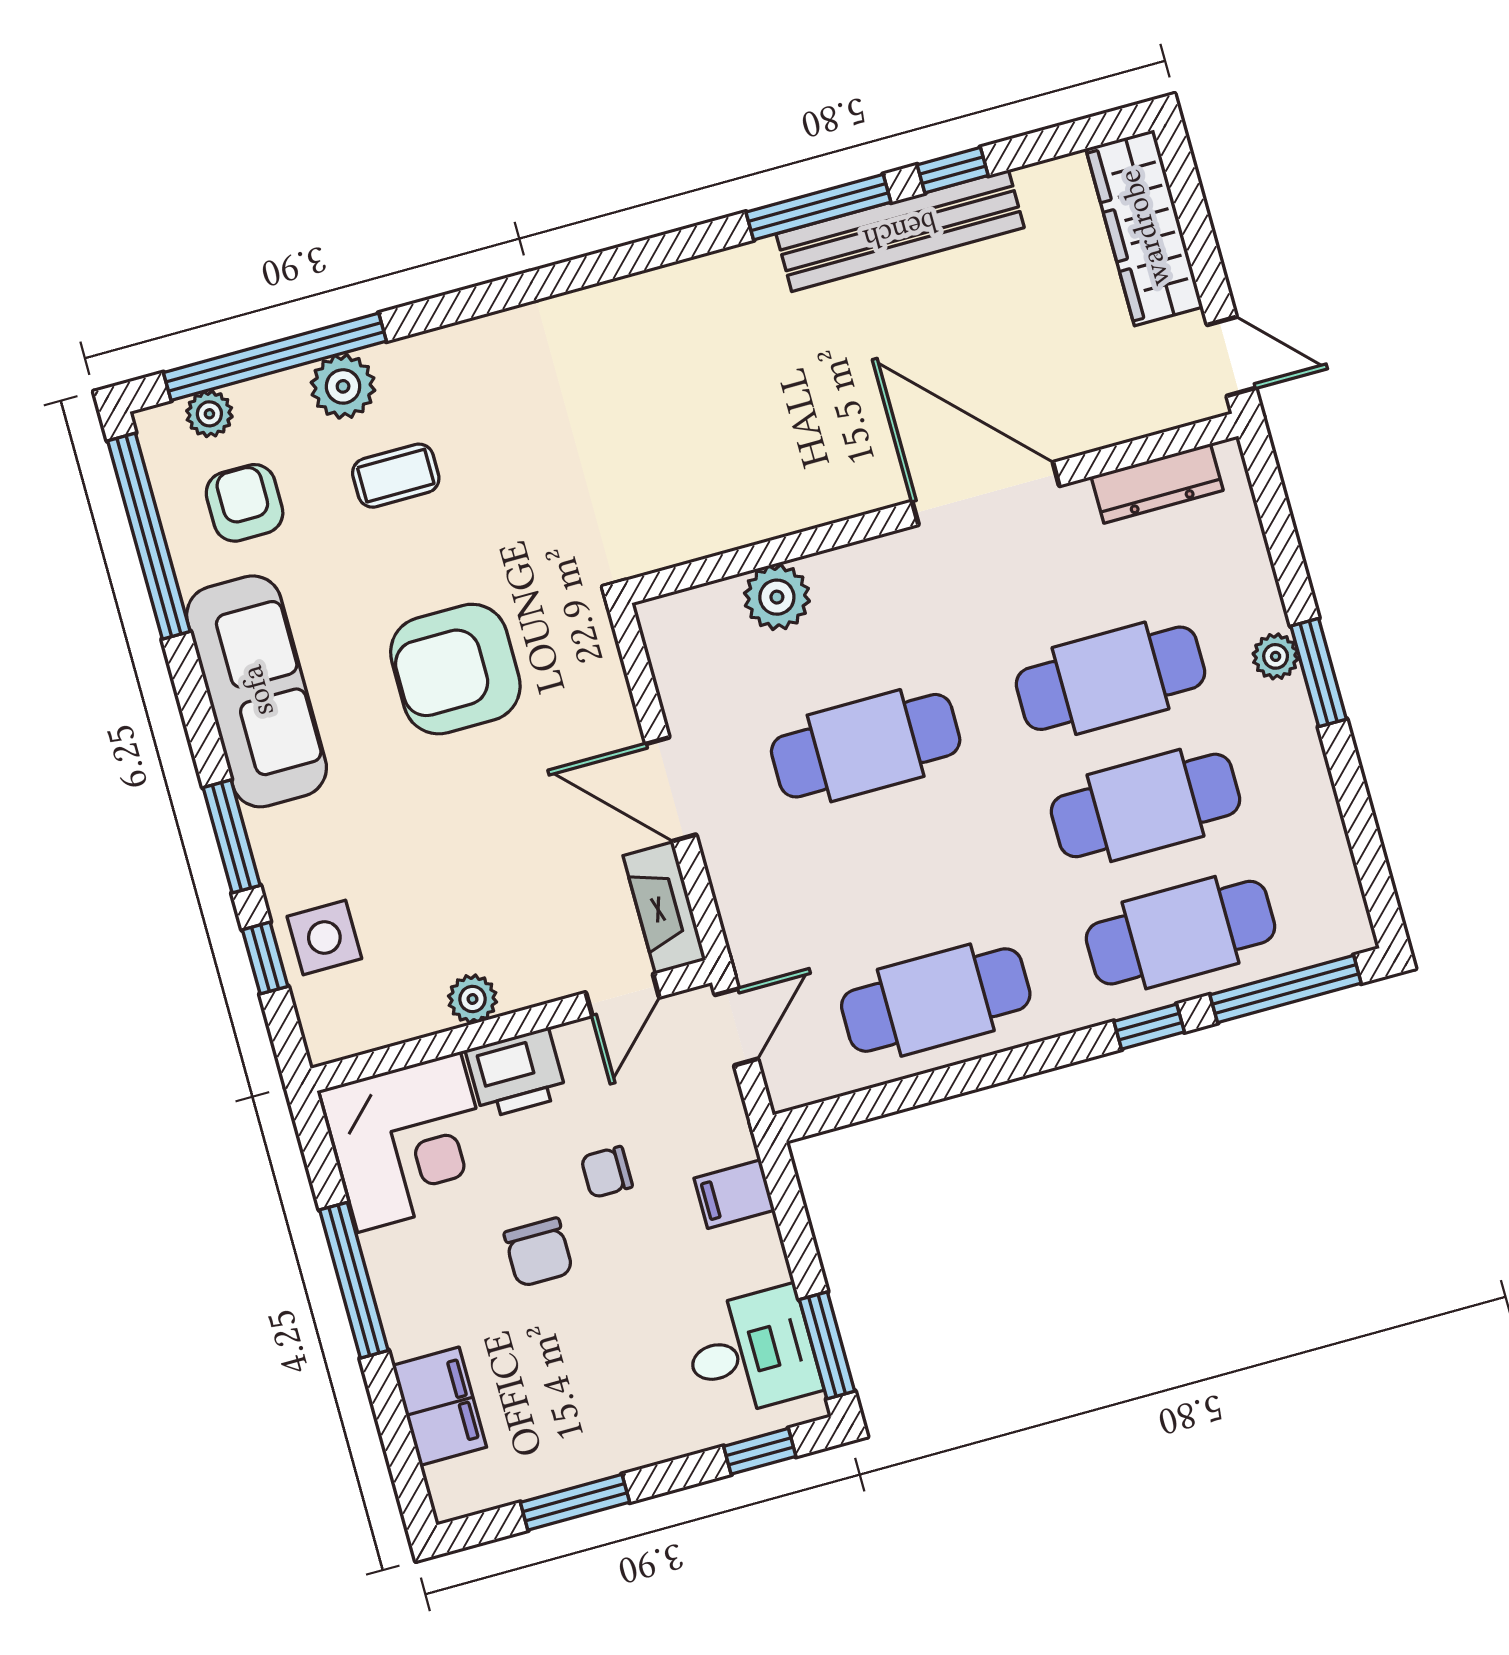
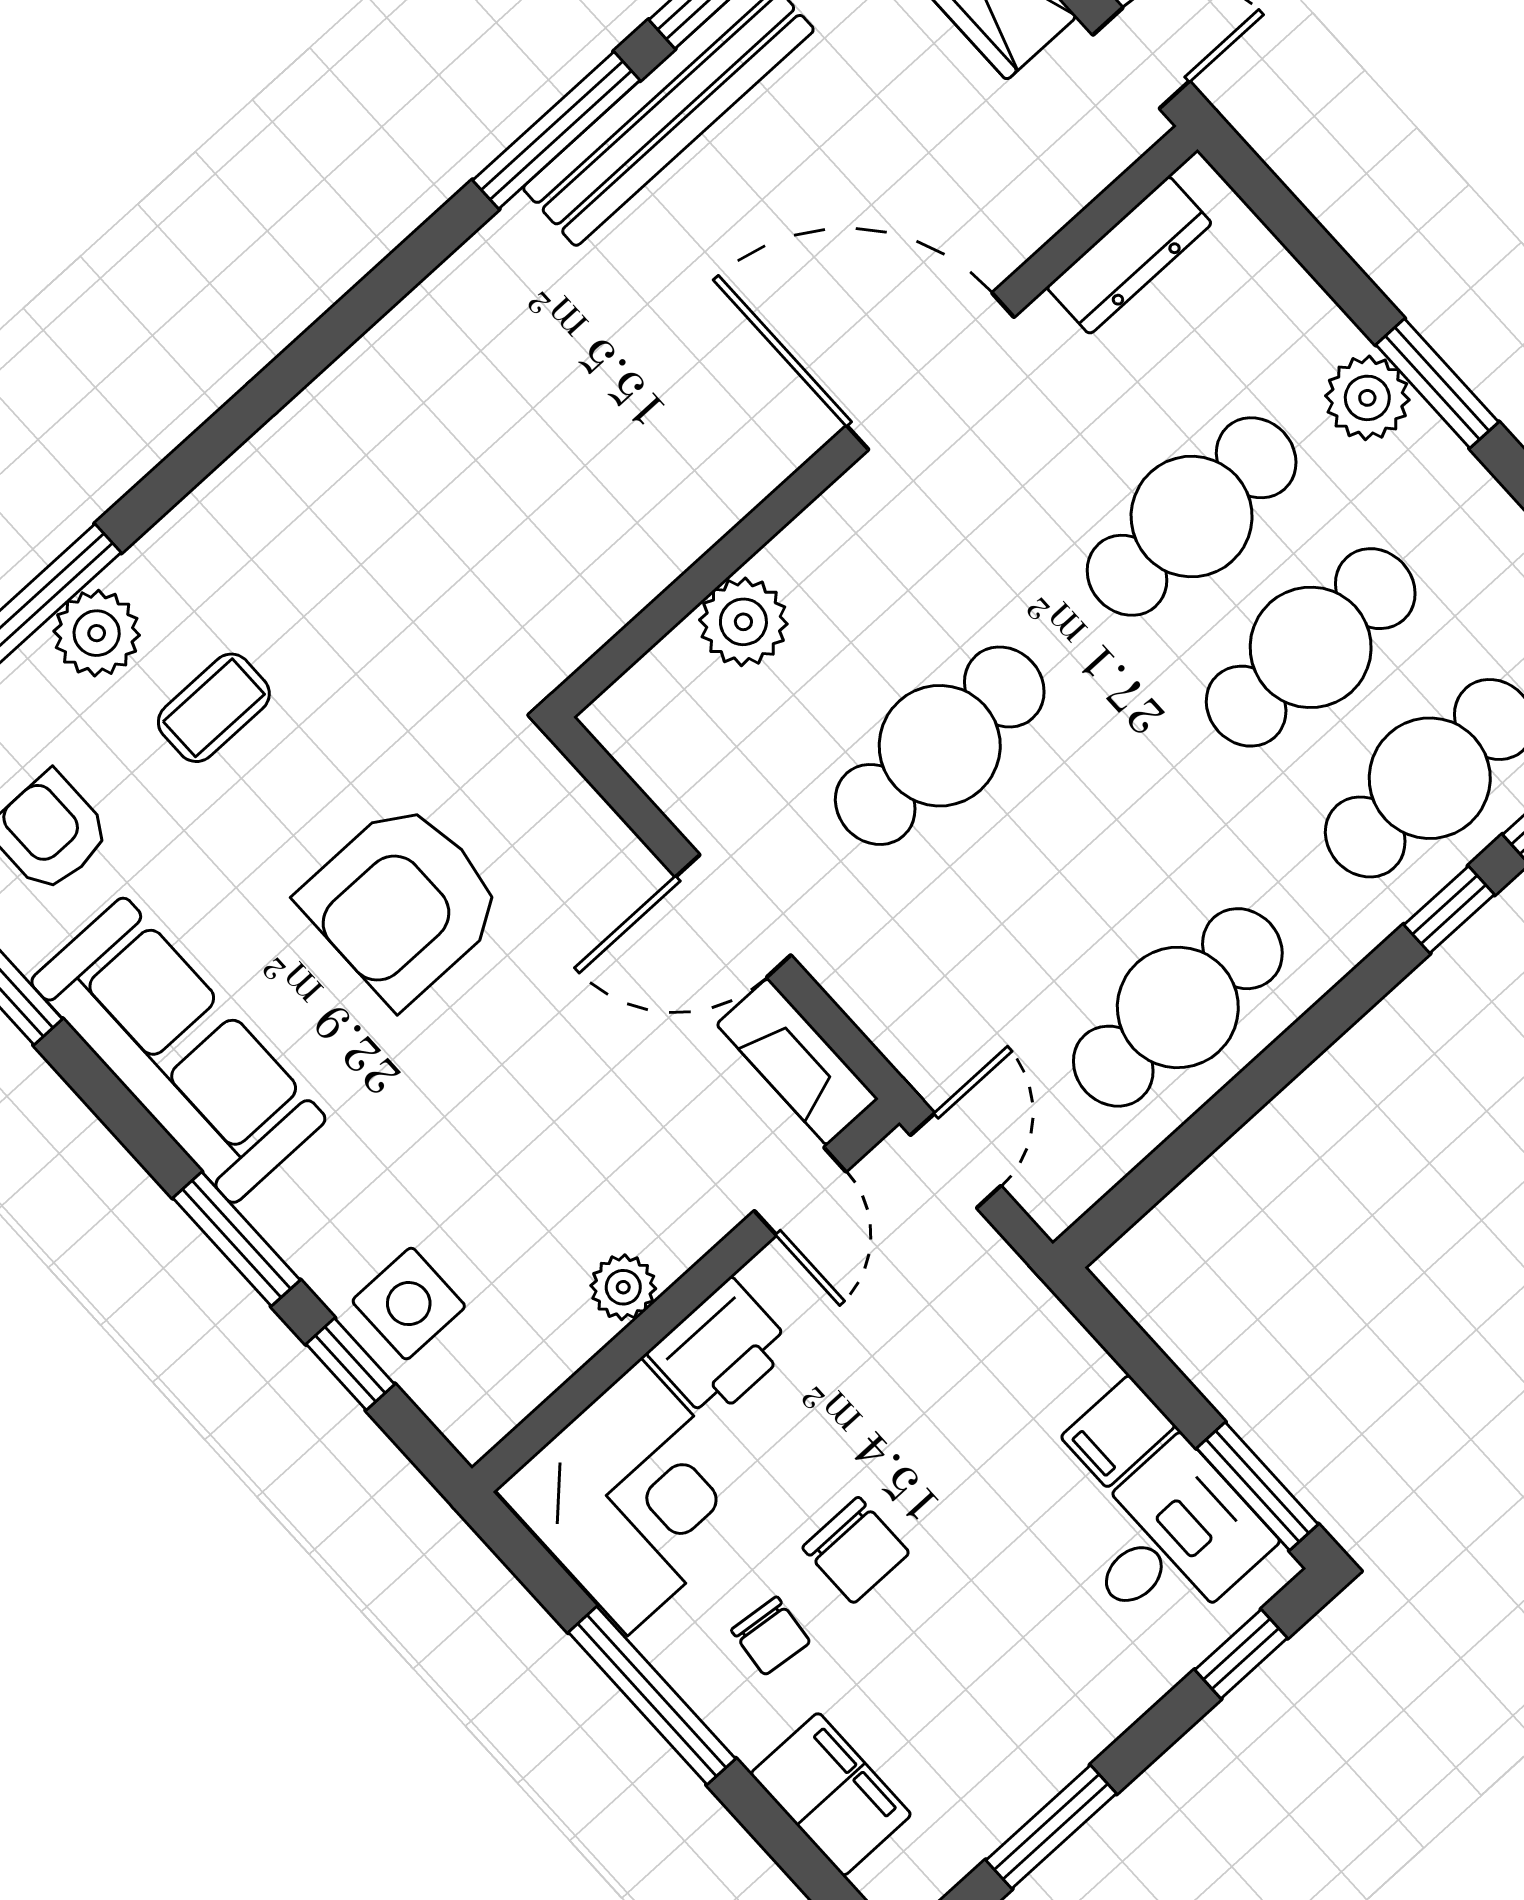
plant: (1276, 656) -> (1367, 398), width x1.38, depth x1.38
chair: (607, 1172) -> (771, 1636), moved, turned -84
filing cabinet: (734, 1194) -> (1118, 1431), moved

